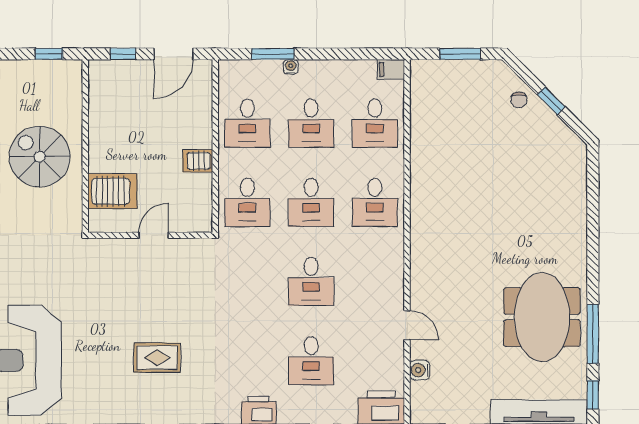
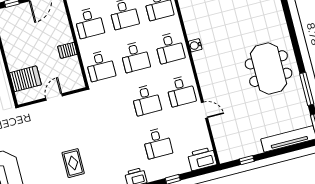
desk: (375, 282) -> (181, 91), added
meeting table: (542, 317) -> (268, 69), moved
rug: (157, 358) -> (73, 163), turned 90
water cooler: (420, 370) -> (195, 45), moved

